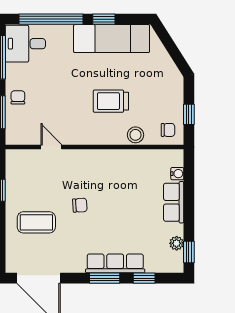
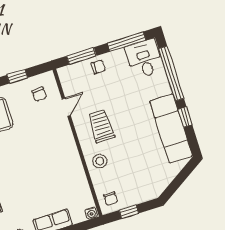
trolley: (111, 101) -> (101, 126), moved
stool: (135, 135) -> (100, 161), moved
water cooler: (177, 174) -> (91, 213), moved
chair: (80, 205) -> (39, 94), moved

